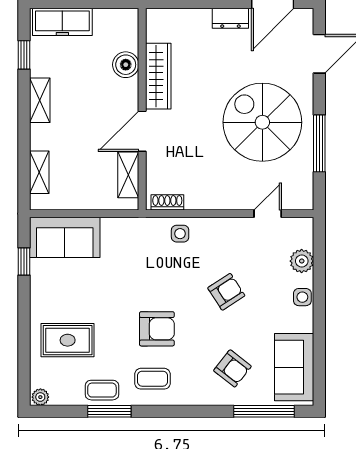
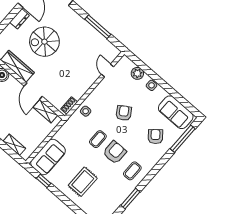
spiral stairs: (262, 122) -> (44, 42), moved, width x0.73, depth x0.73
rug: (68, 340) -> (83, 182), moved
armchair: (232, 368) -> (155, 137), turned -78
coffee table: (102, 390) -> (98, 139), moved

